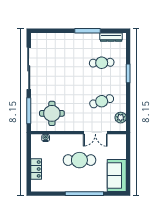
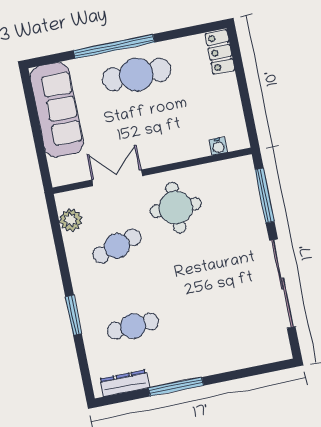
round table: (52, 113) -> (176, 208), moved
cafe table: (79, 160) -> (137, 75), moved
locker: (36, 169) -> (220, 52), moved
sofa: (117, 176) -> (57, 110), width x1.36

